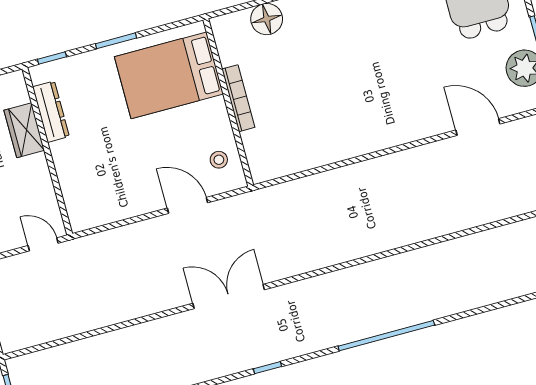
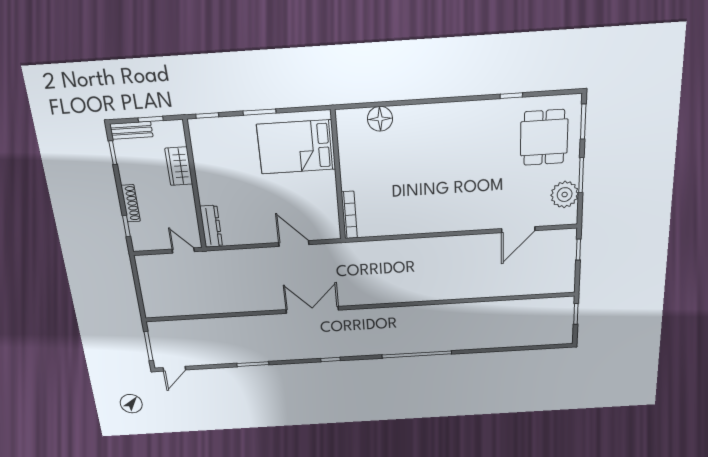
bookcase: (238, 98) -> (349, 215), moved
dresser: (51, 112) -> (211, 226), moved
door: (478, 127) -> (518, 230), swing flipped
stool: (219, 160) -> (323, 216), removed

